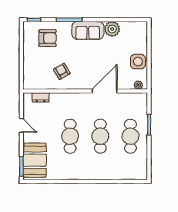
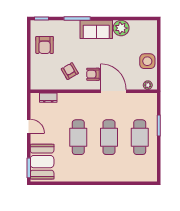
armchair: (48, 38) -> (45, 45), moved, turned 90
armchair: (85, 74) -> (93, 74), added
door: (105, 91) -> (113, 91), hinge flipped

